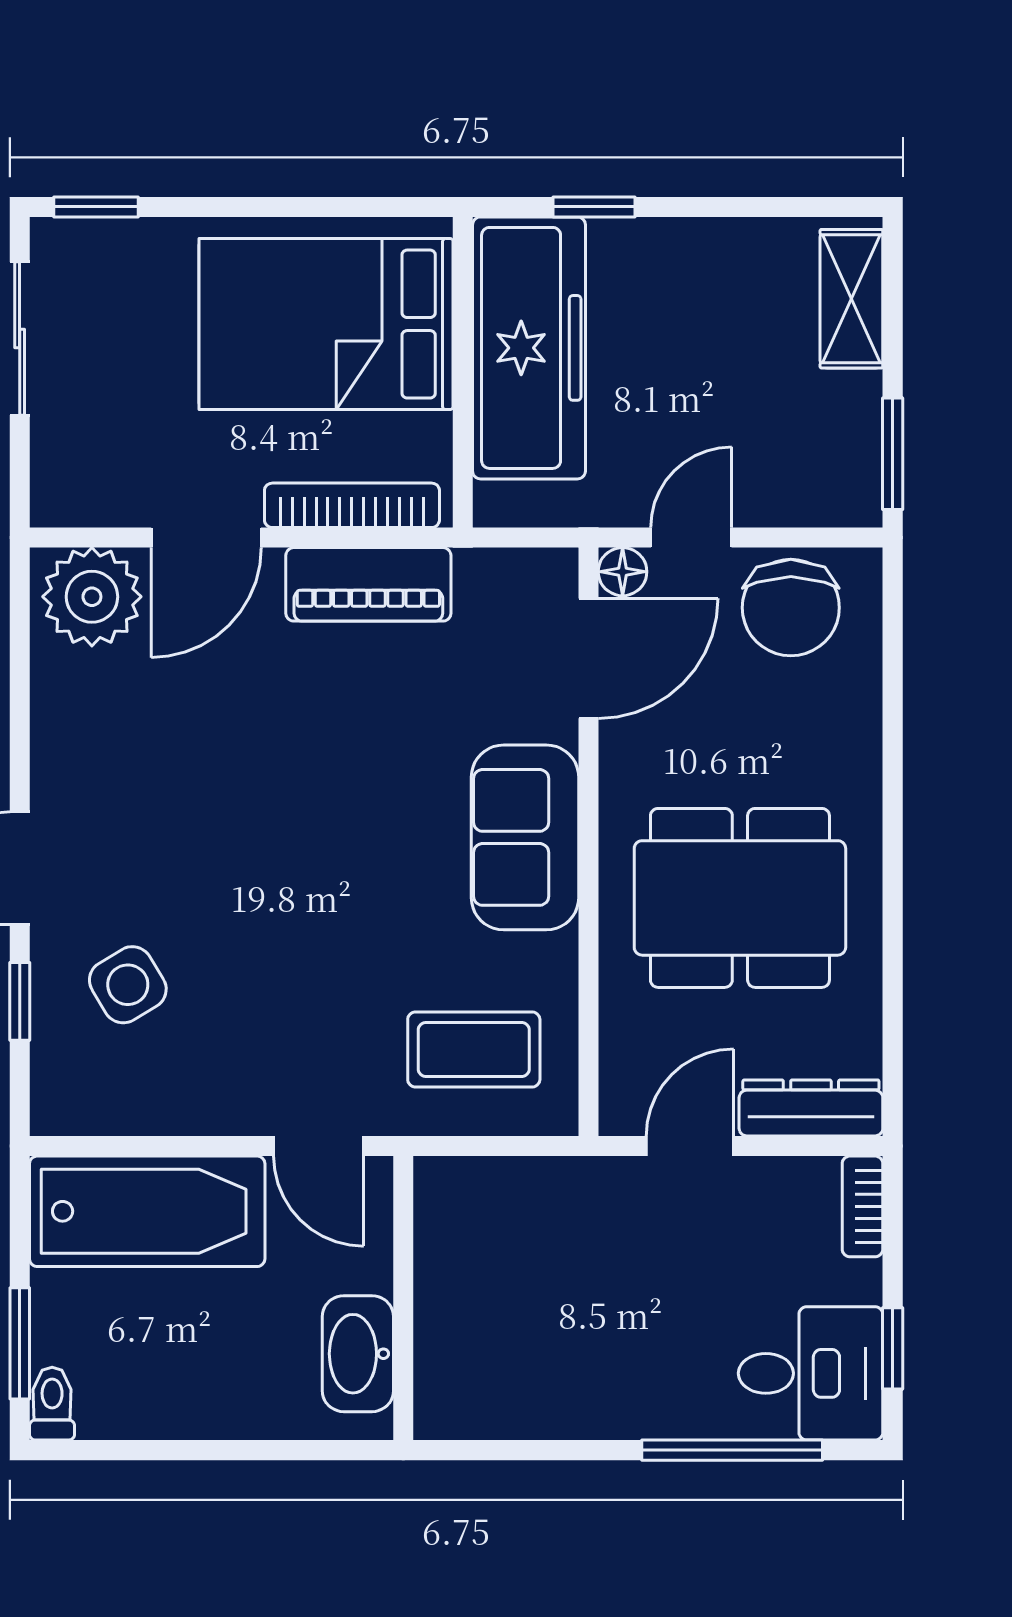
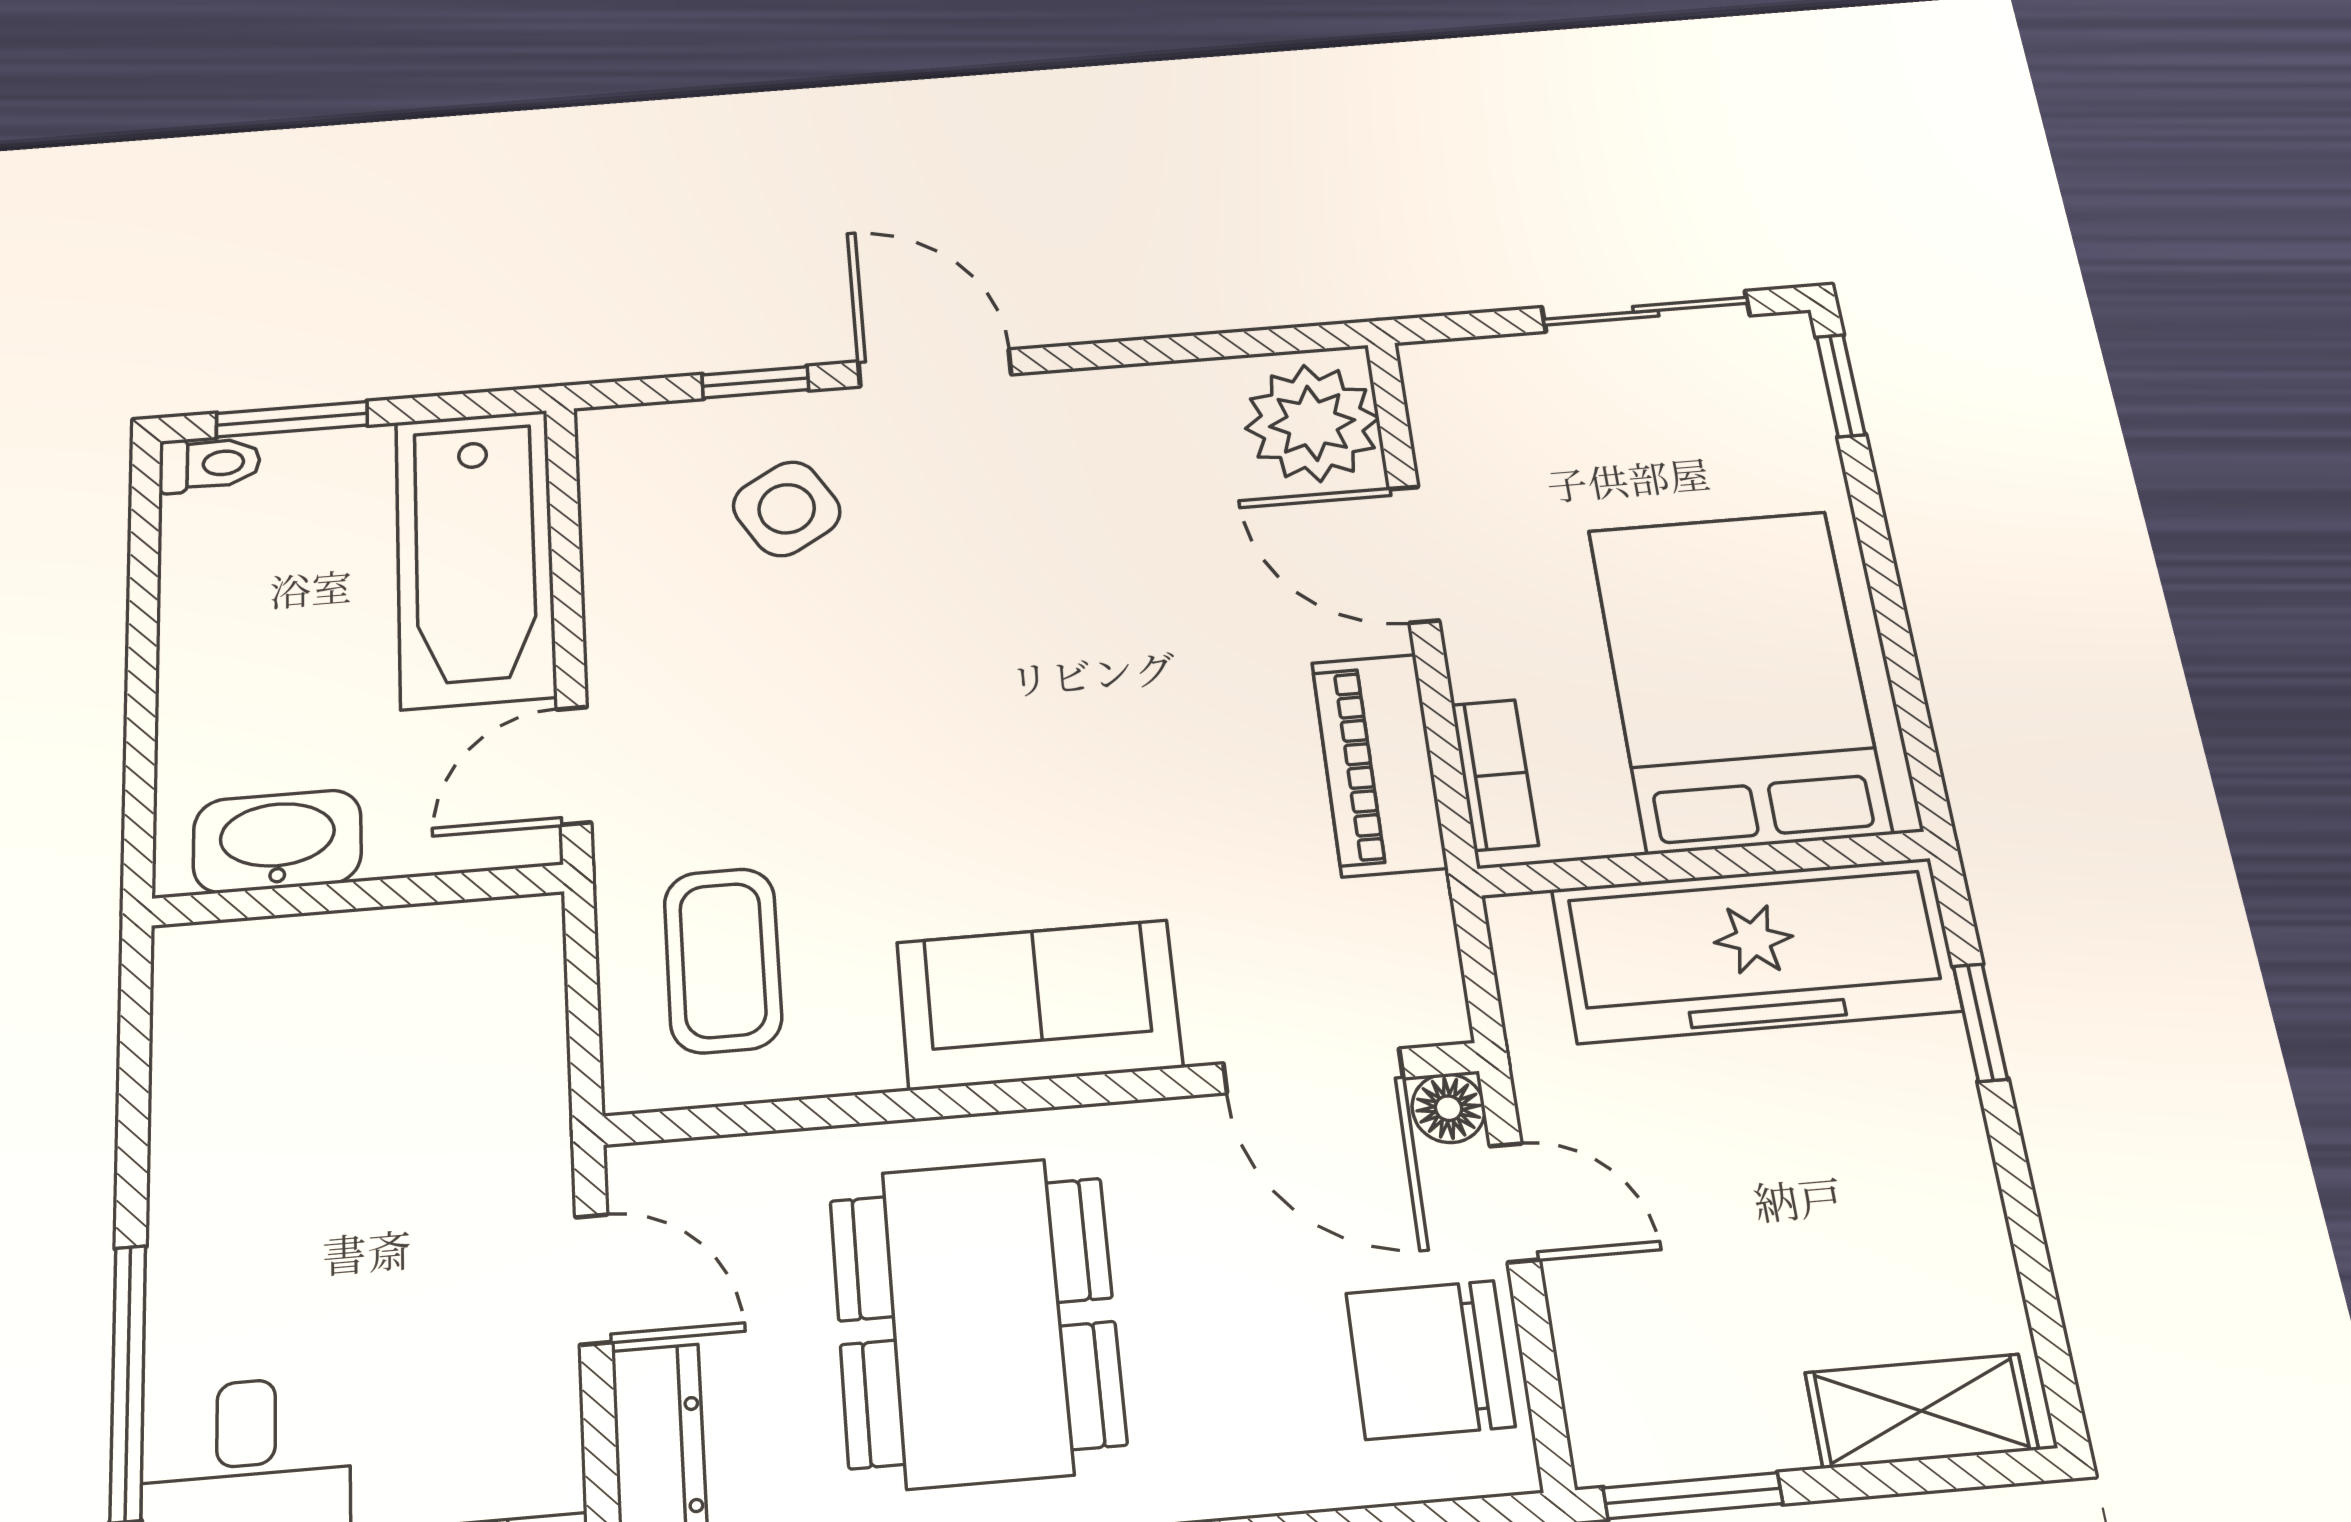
bookcase: (352, 505) -> (1495, 775), width x0.64

